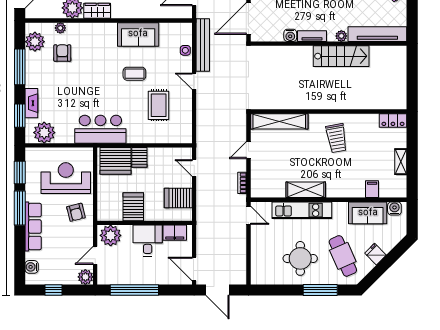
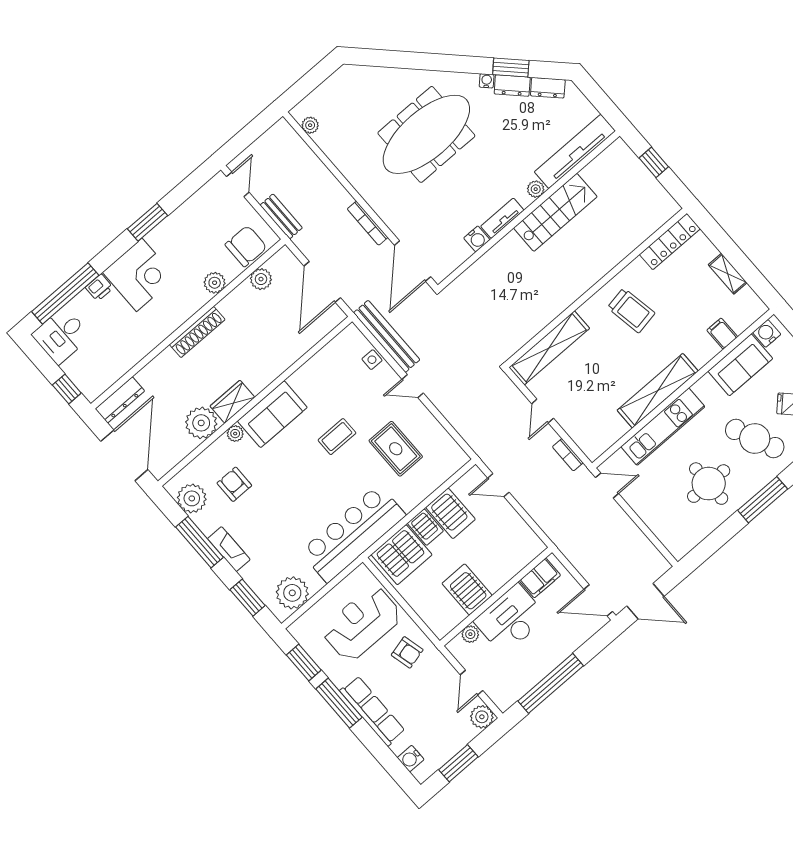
plant: (60, 28) -> (235, 434), moved
sofa: (138, 34) -> (272, 414), moved
window: (412, 74) -> (654, 162), added
fireplace: (31, 103) -> (229, 549), moved
locker: (393, 120) -> (670, 242), width x1.53
bar counter: (100, 129) -> (353, 533), width x1.36
shelving: (306, 190) -> (658, 391), width x1.47
server rack: (178, 198) -> (450, 513), moved, turned -90
plant: (111, 235) -> (470, 634), width x0.53, depth x0.53
desk: (148, 240) -> (511, 619), width x1.37
window: (53, 290) -> (458, 763), width x1.50

